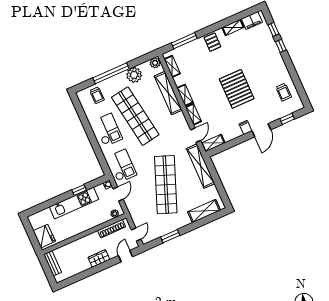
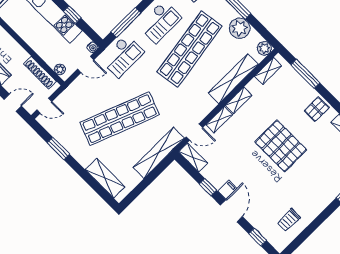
pallet: (237, 89) -> (281, 146), moved, turned 90
door: (261, 130) -> (231, 211), swing flipped
window: (238, 141) -> (208, 187), added
window: (99, 154) -> (126, 22), added

